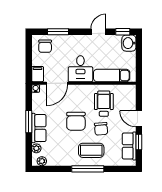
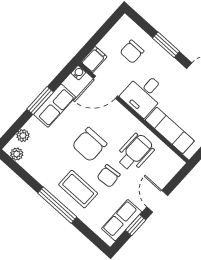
window: (58, 32) -> (166, 45), moved
chair: (45, 46) -> (132, 52), moved
row of seats: (39, 128) -> (55, 106), moved

